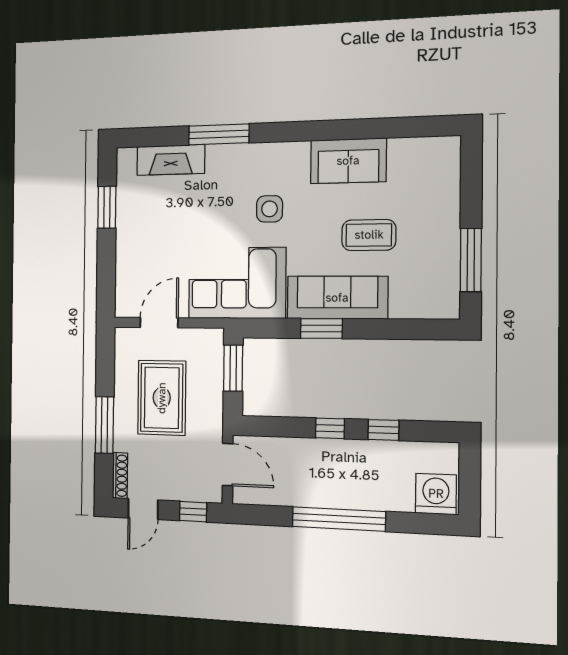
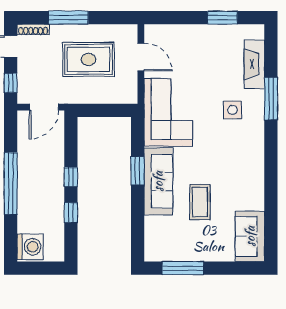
sofa: (348, 161) -> (250, 236), moved
side table: (270, 209) -> (233, 110), moved
window: (233, 368) -> (110, 110), removed

